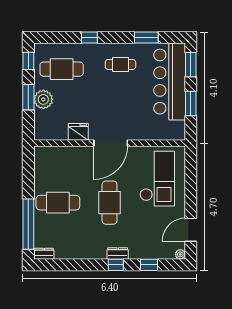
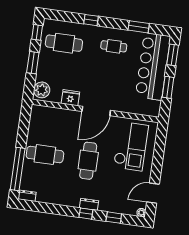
plant: (43, 99) -> (42, 90), moved

